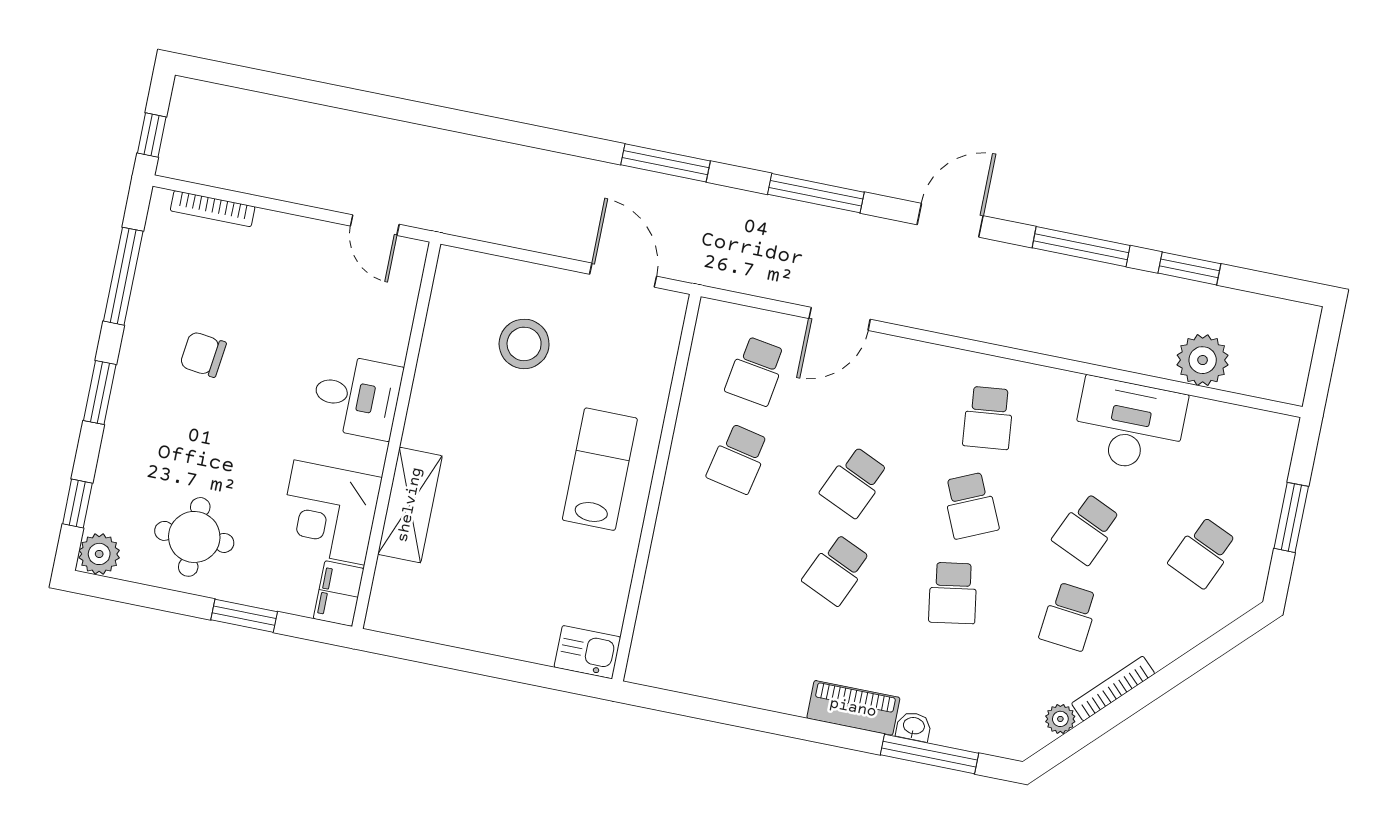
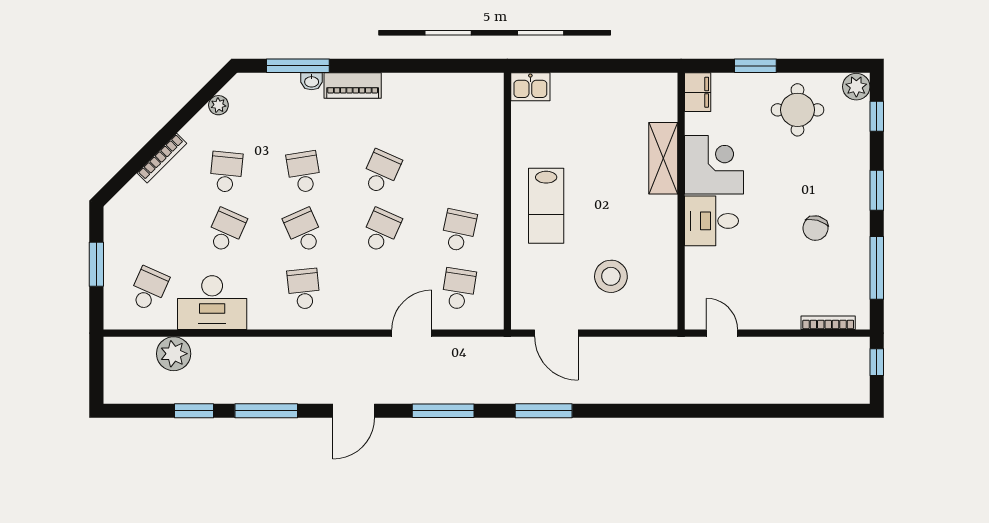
chair: (203, 354) -> (815, 228), turned 98
corner desk: (329, 513) -> (714, 165), moved
school desk: (1203, 552) -> (149, 289), moved
bookcase: (1113, 689) -> (162, 158), moved

